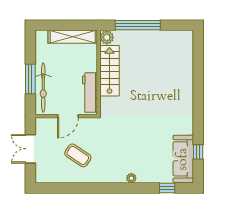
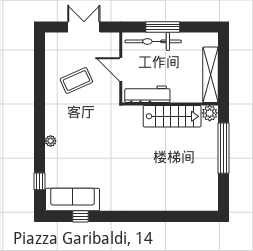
coffee table: (78, 155) -> (76, 81), turned 32

